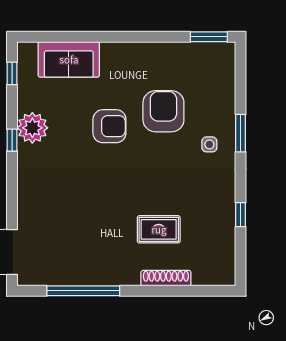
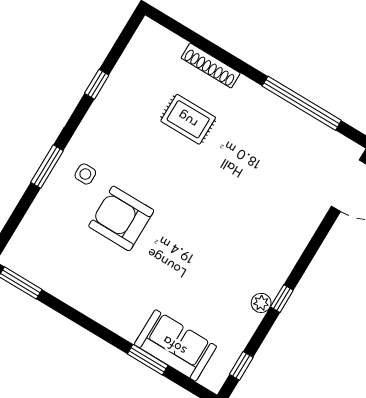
window: (83, 37) -> (148, 360), added
armchair: (163, 111) -> (121, 218), moved, turned 90
armchair: (109, 126) -> (175, 253), removed
plant: (32, 128) -> (261, 303), width x0.53, depth x0.53

